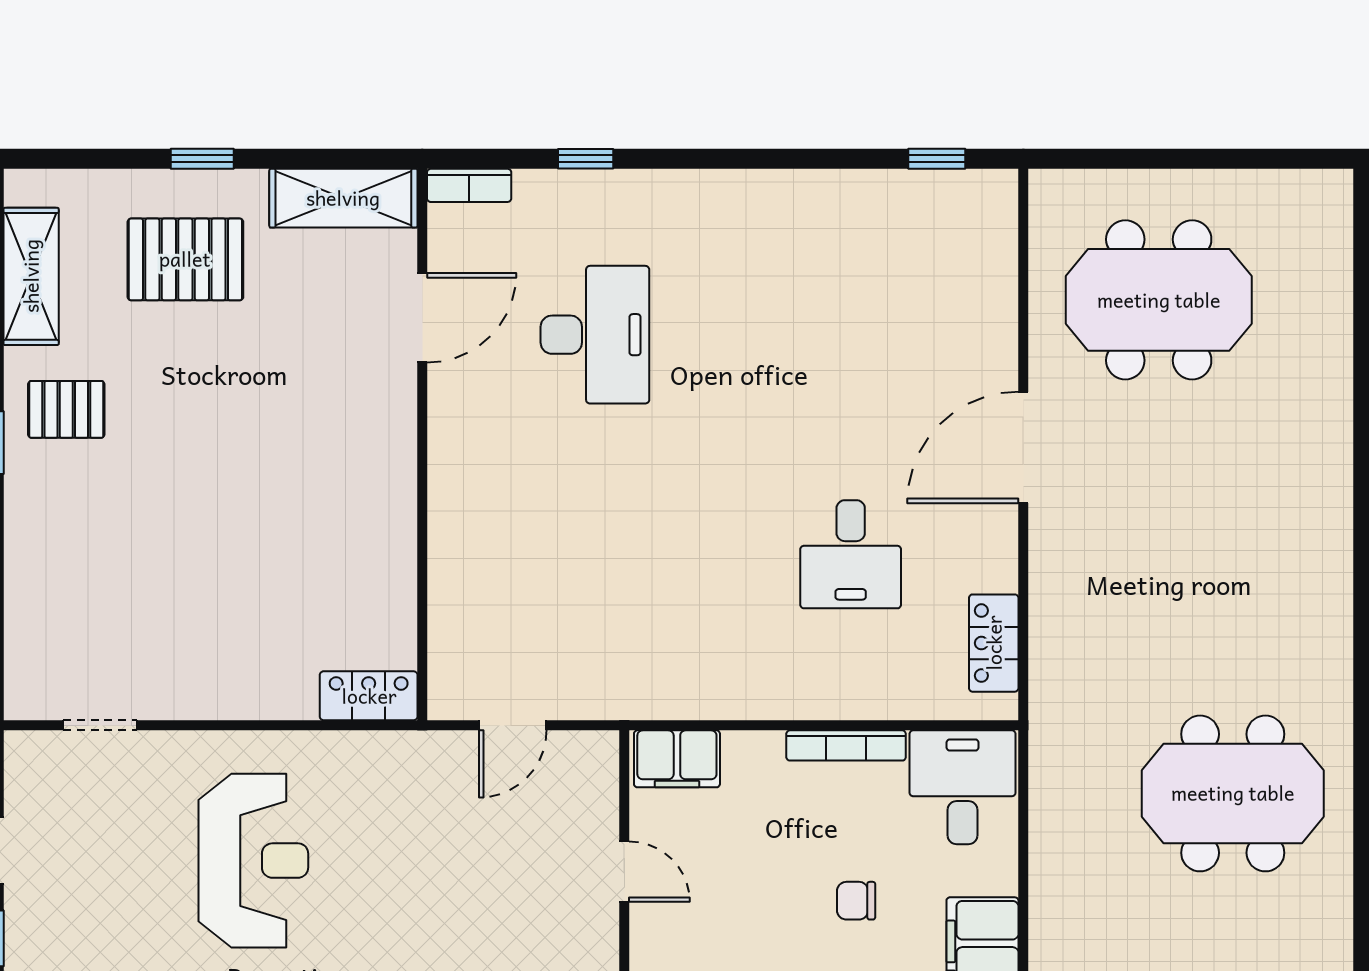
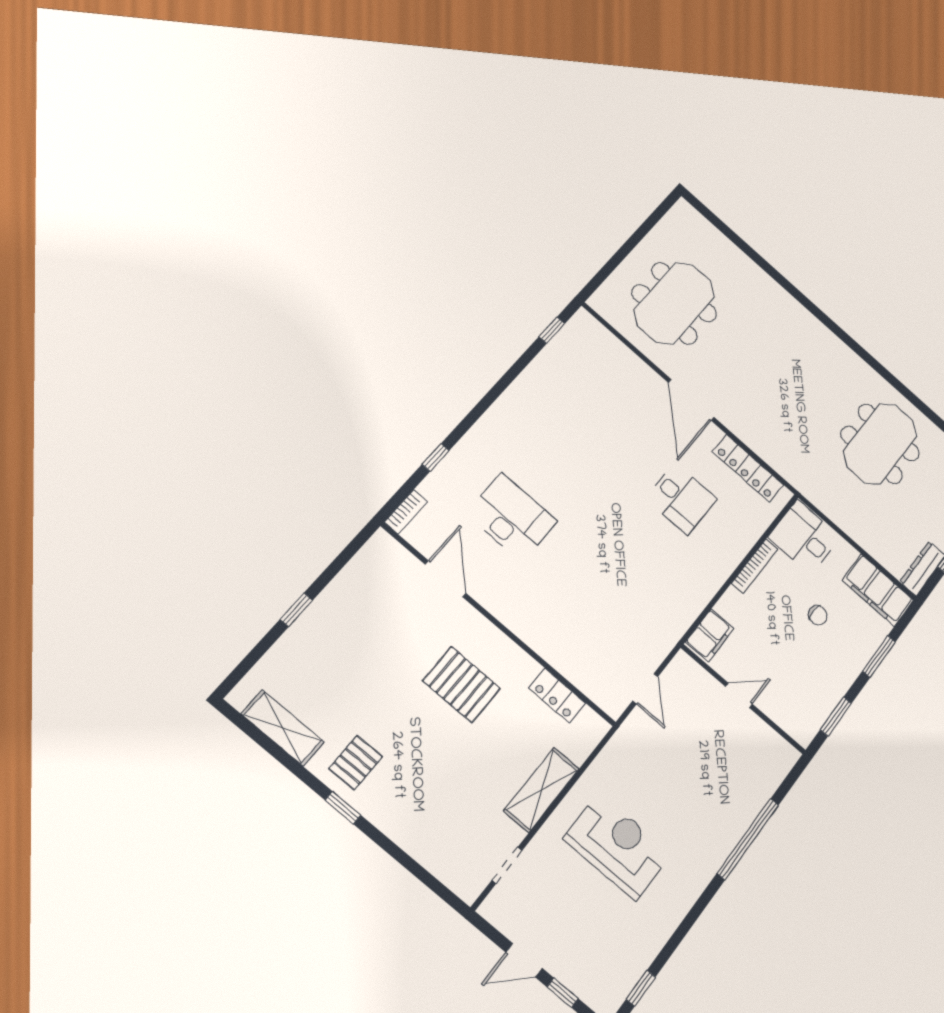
shelving: (343, 198) -> (542, 790), moved
pallet: (185, 259) -> (462, 685), moved, turned 90
locker: (994, 643) -> (748, 468), width x1.53
locker: (369, 696) -> (557, 696), moved, turned -90
chair: (856, 901) -> (818, 615), turned -90

